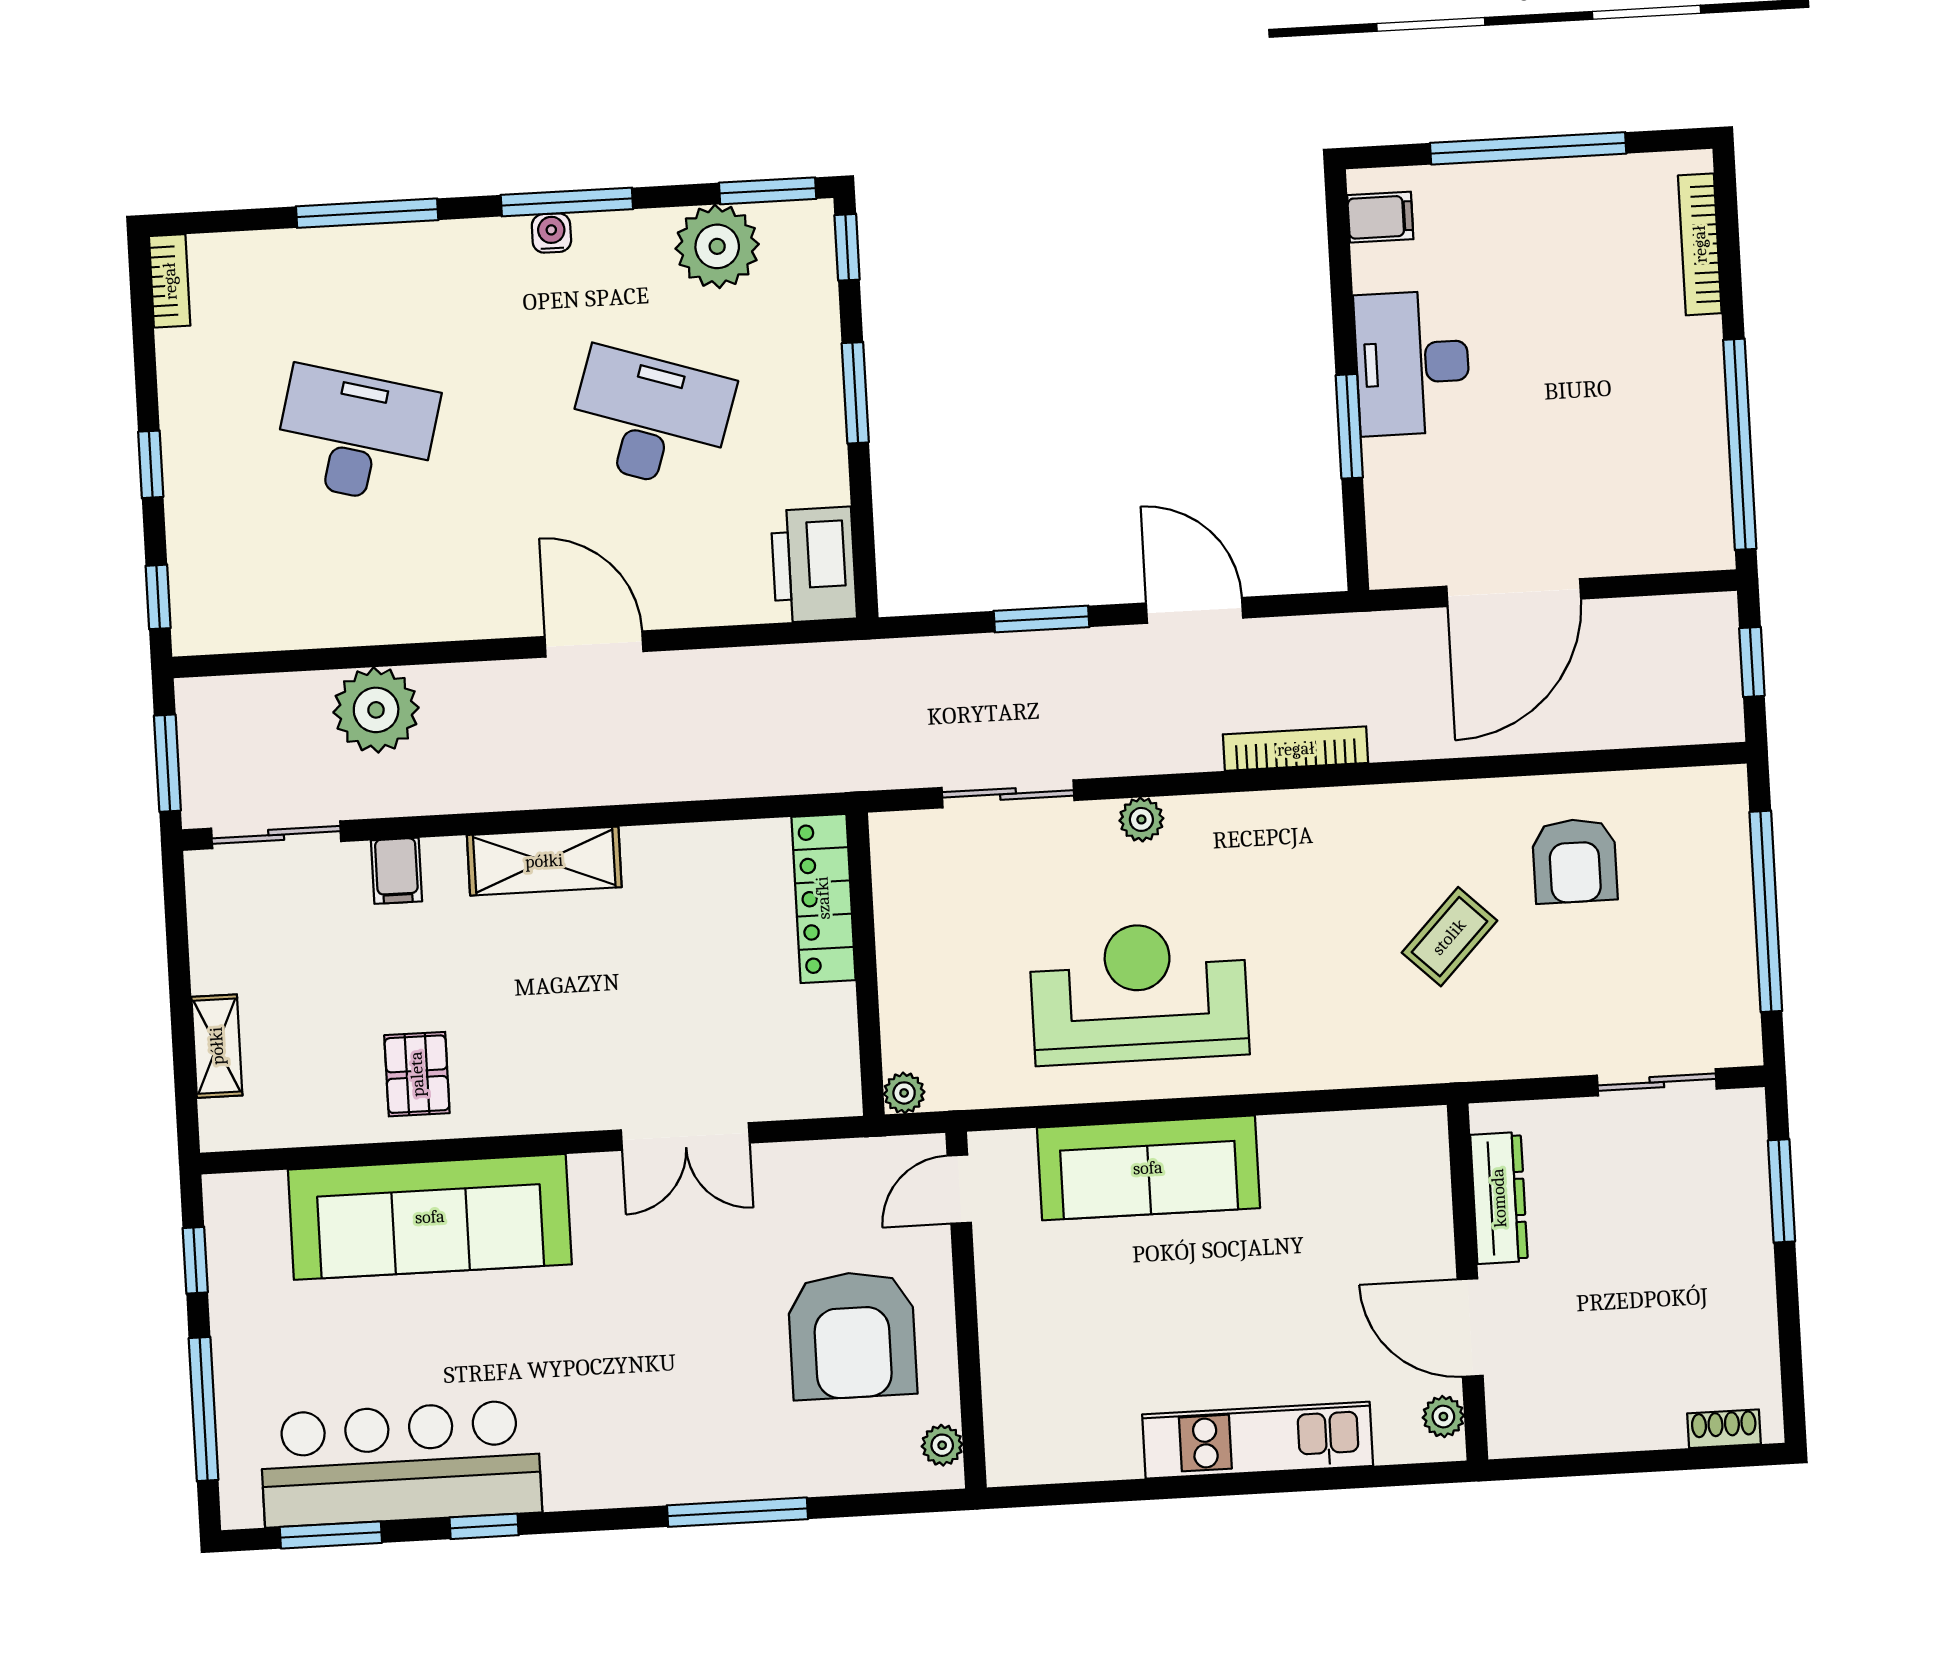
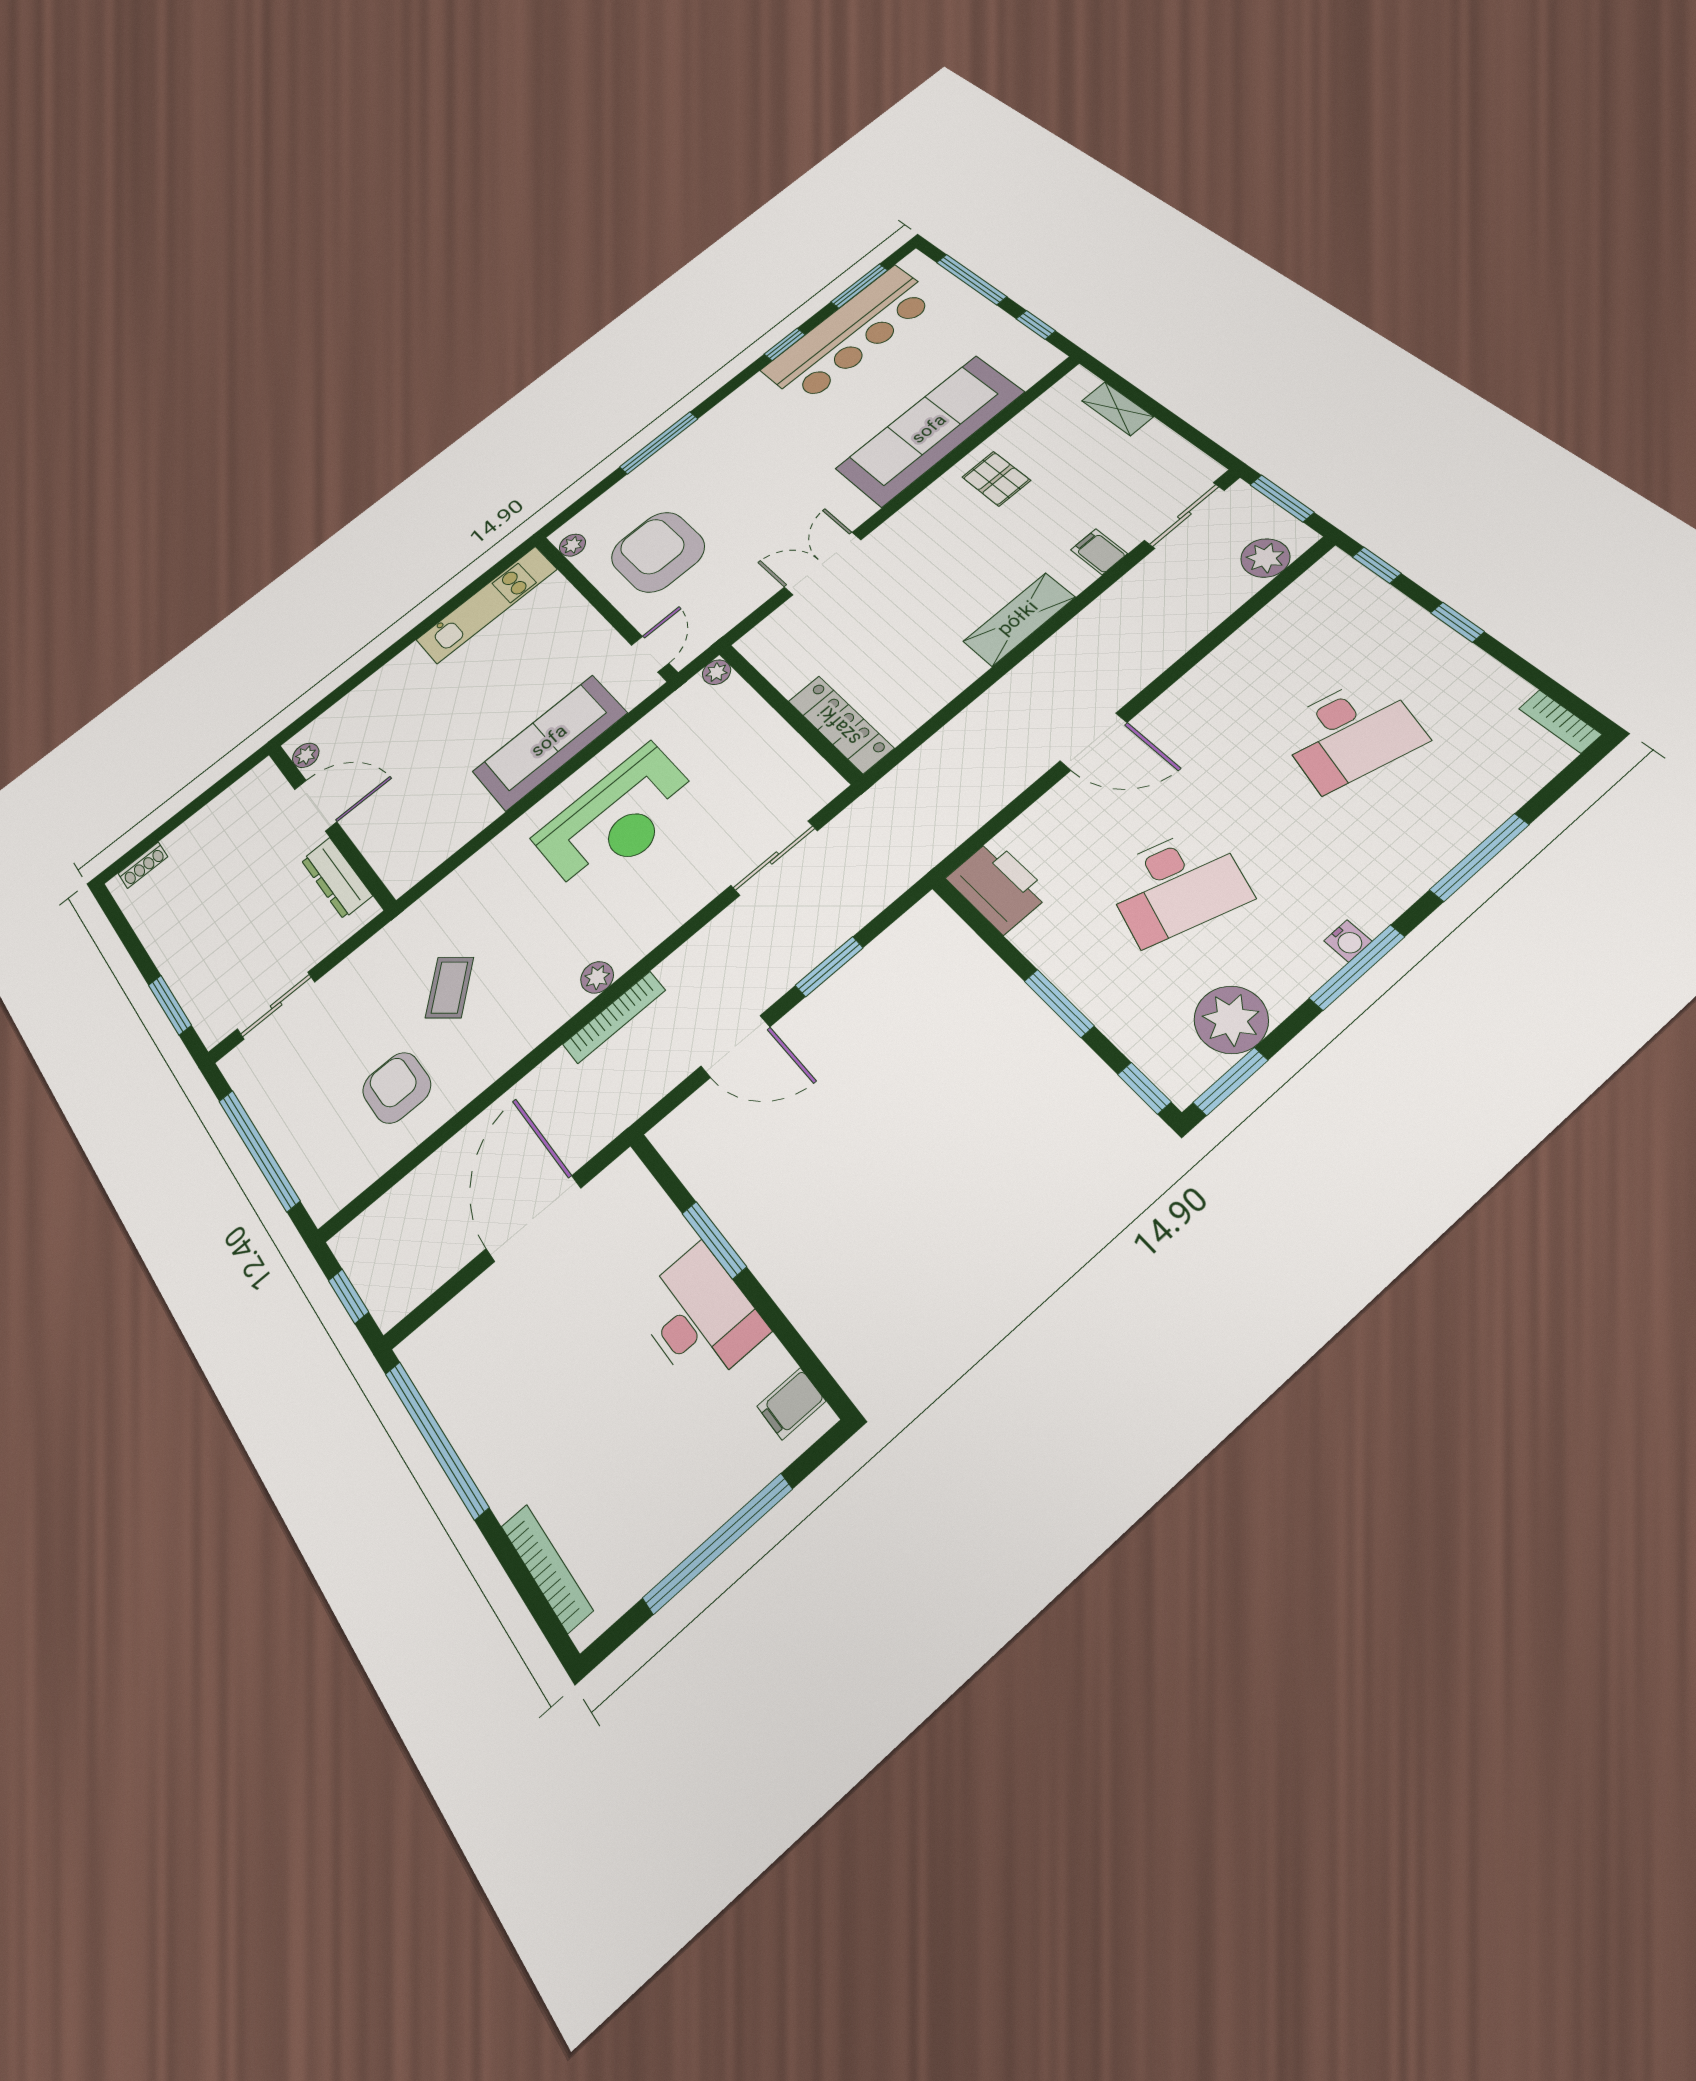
plant: (376, 710) -> (1265, 558), moved, width x0.73, depth x0.73
plant: (1141, 819) -> (597, 977), moved
kitchen unit: (1258, 1440) -> (487, 605), moved

